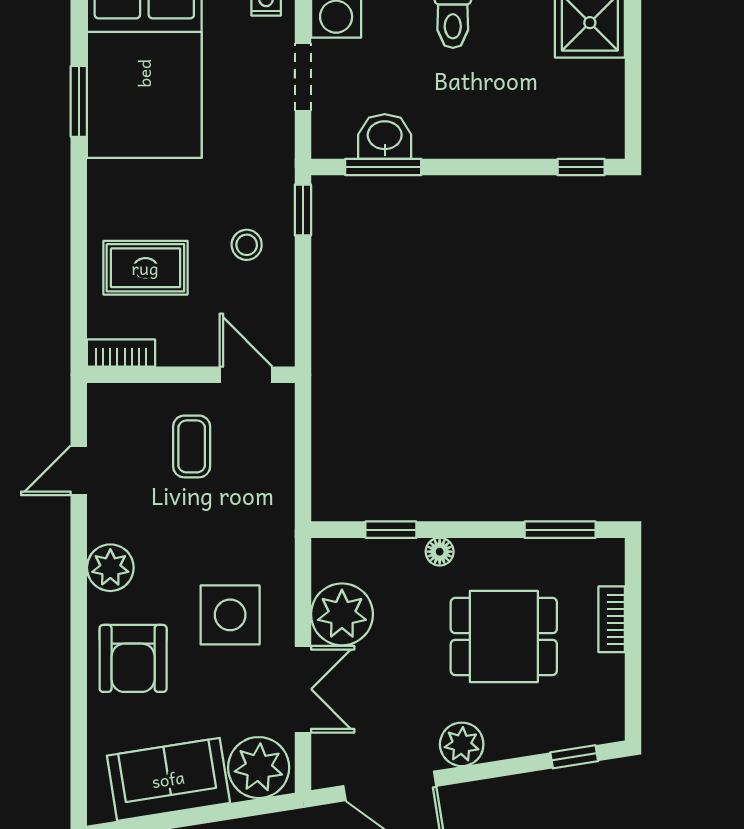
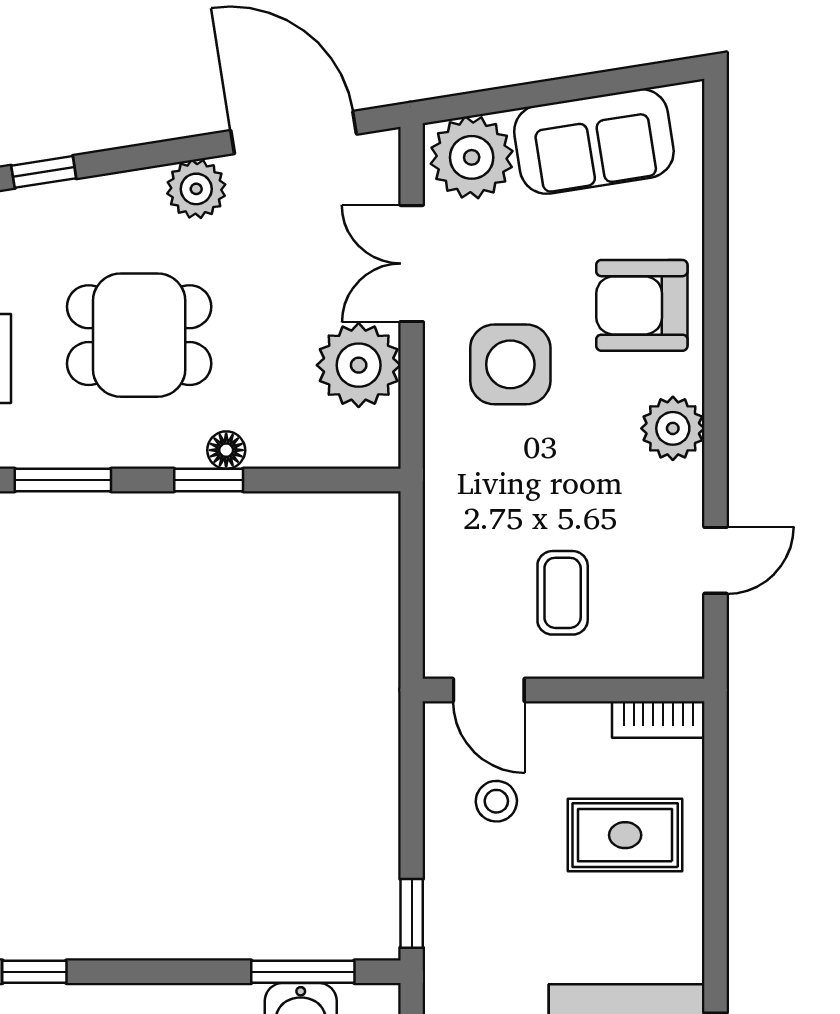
stool: (247, 245) -> (496, 801), moved
window: (391, 530) -> (209, 480), moved
armchair: (133, 658) -> (642, 305), turned -90

